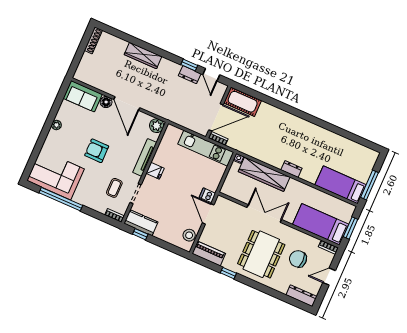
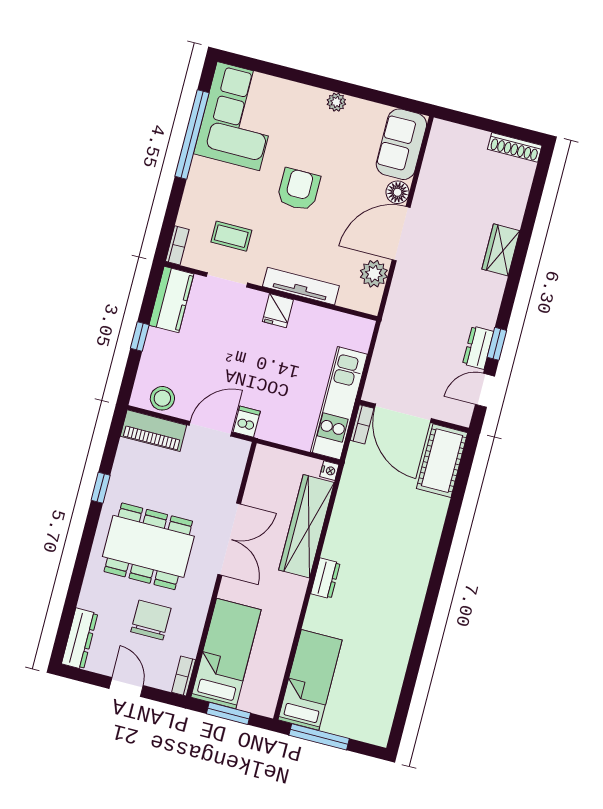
wardrobe: (143, 55) -> (501, 250), width x0.67
plant: (157, 126) -> (374, 274), moved
window: (140, 234) -> (140, 336), moved
piano: (209, 254) -> (153, 431), moved, turned 90

